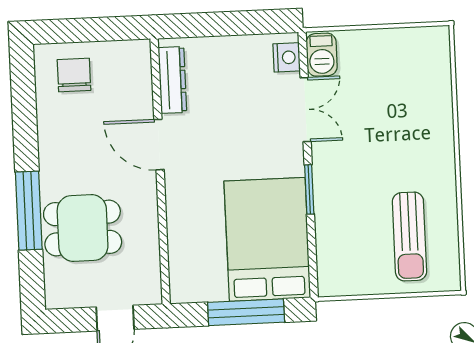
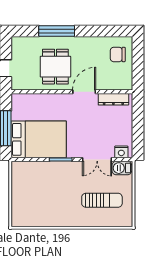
chair: (74, 75) -> (118, 54), turned 180
dining table: (83, 228) -> (55, 67), moved
sun lounger: (409, 236) -> (102, 200), moved, turned 180

